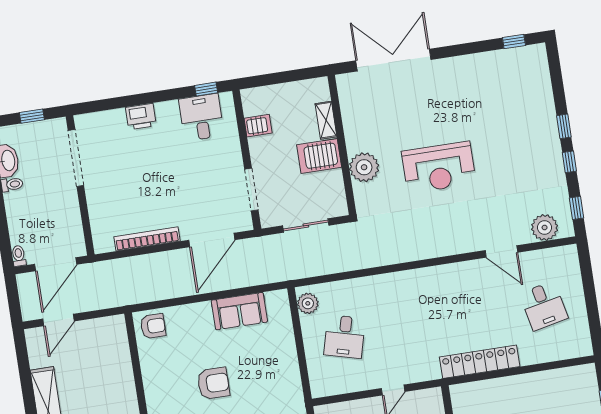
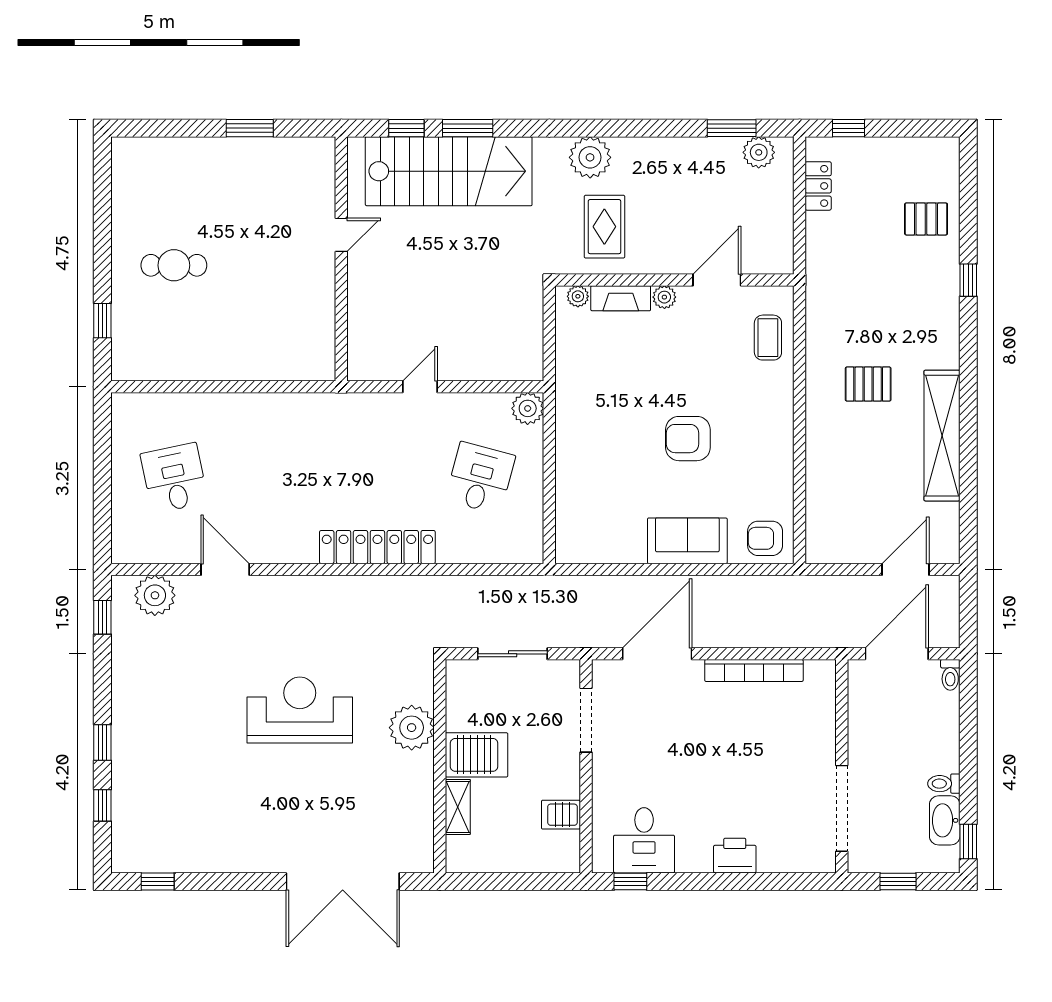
window: (569, 162) -> (102, 805), moved
plant: (308, 303) -> (528, 408), moved
sofa: (239, 311) -> (687, 541), moved
locker: (480, 362) -> (377, 547), moved, turned 180

